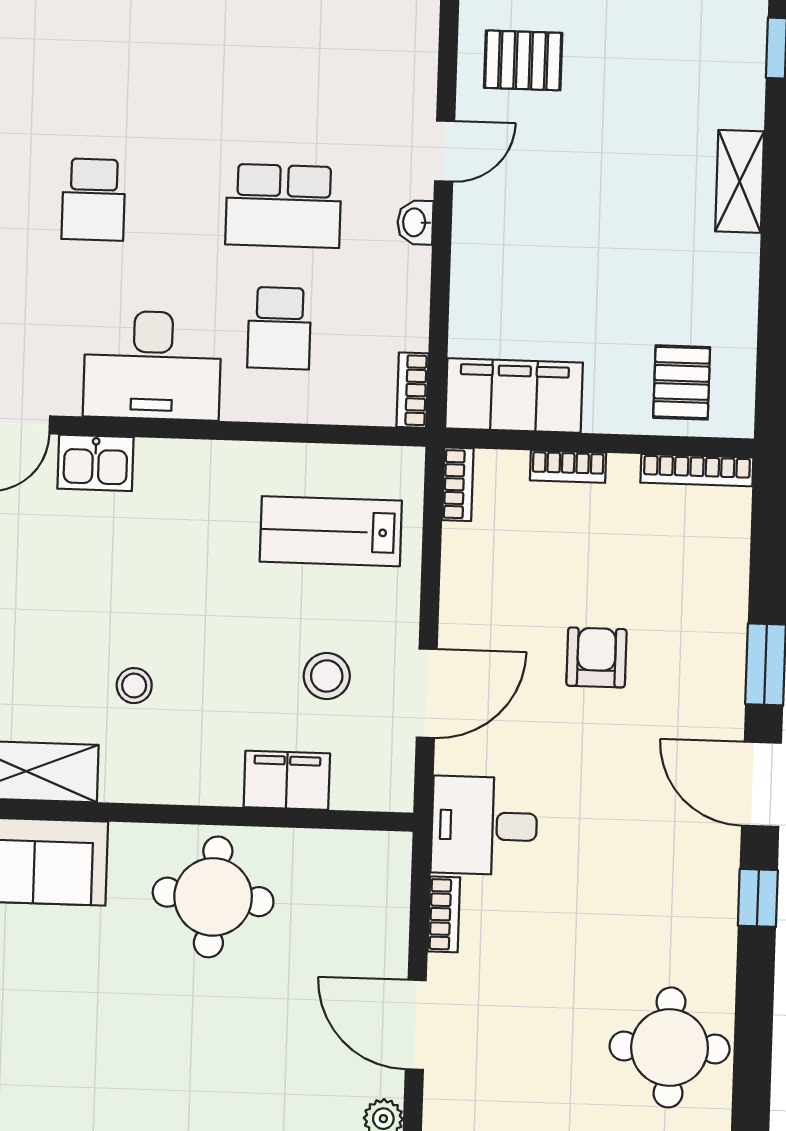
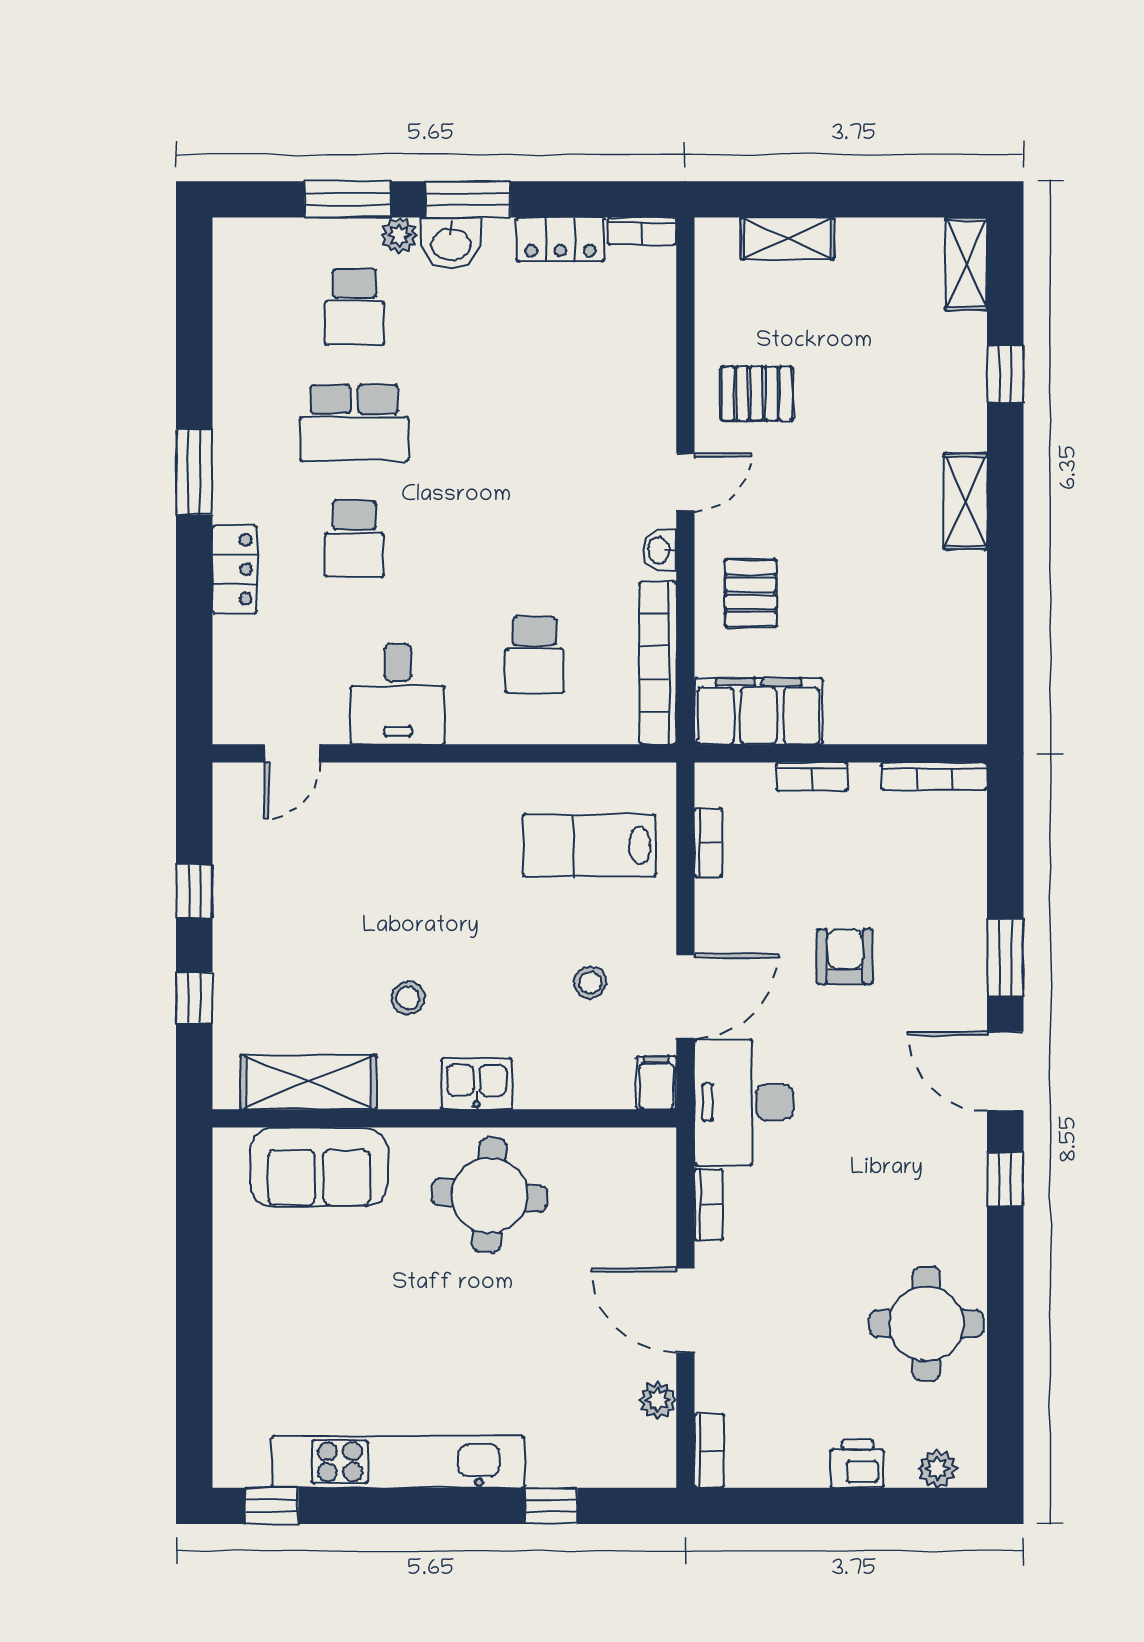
school desk: (283, 206) -> (354, 423), moved
desk: (152, 365) -> (398, 694), width x0.73
pallet: (682, 382) -> (751, 593), moved
bookcase: (412, 390) -> (658, 663), width x2.31, depth x1.31
kitchen sink: (95, 463) -> (476, 1084), moved, turned 180
bookcase: (458, 484) -> (708, 843), moved
stool: (327, 676) -> (590, 983), width x0.73, depth x0.73
filing cabinet: (287, 780) -> (656, 1083), moved, width x0.50
desk: (484, 826) -> (744, 1102), width x1.37

